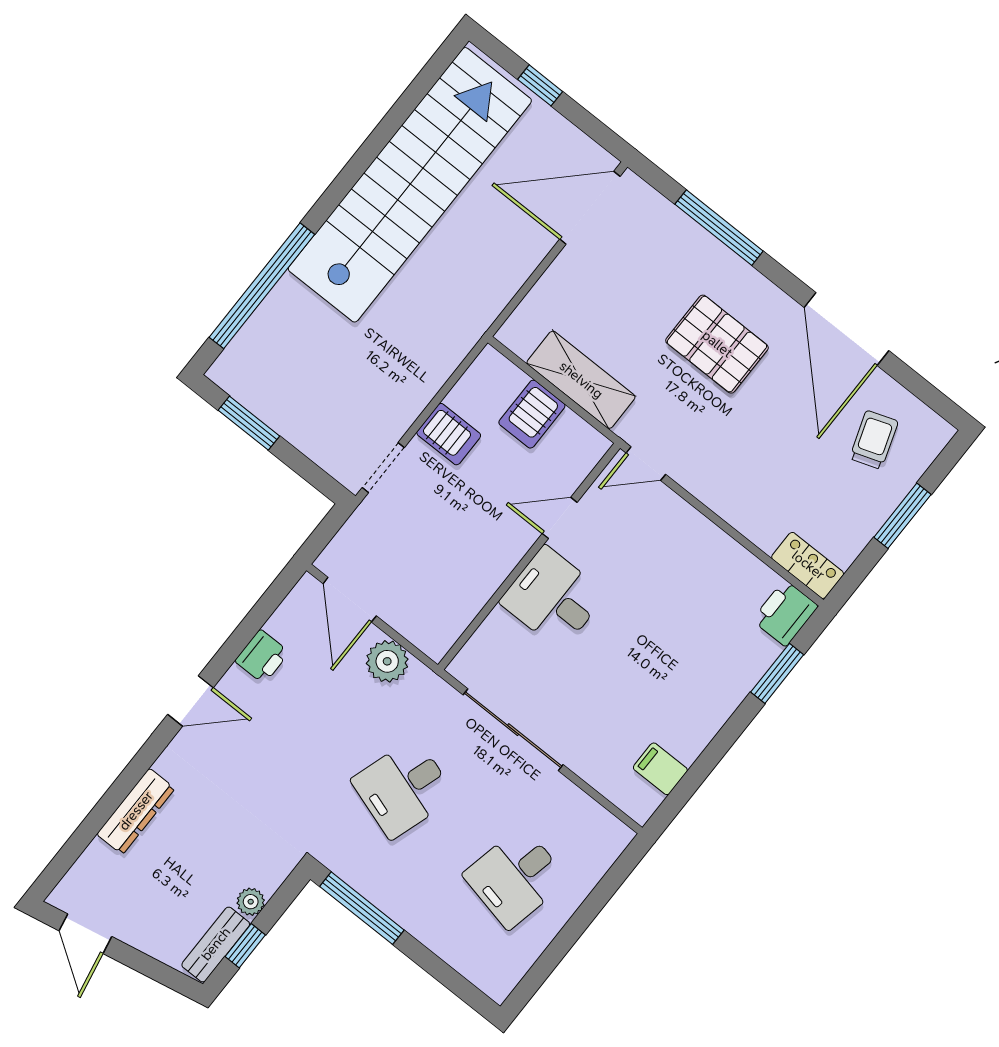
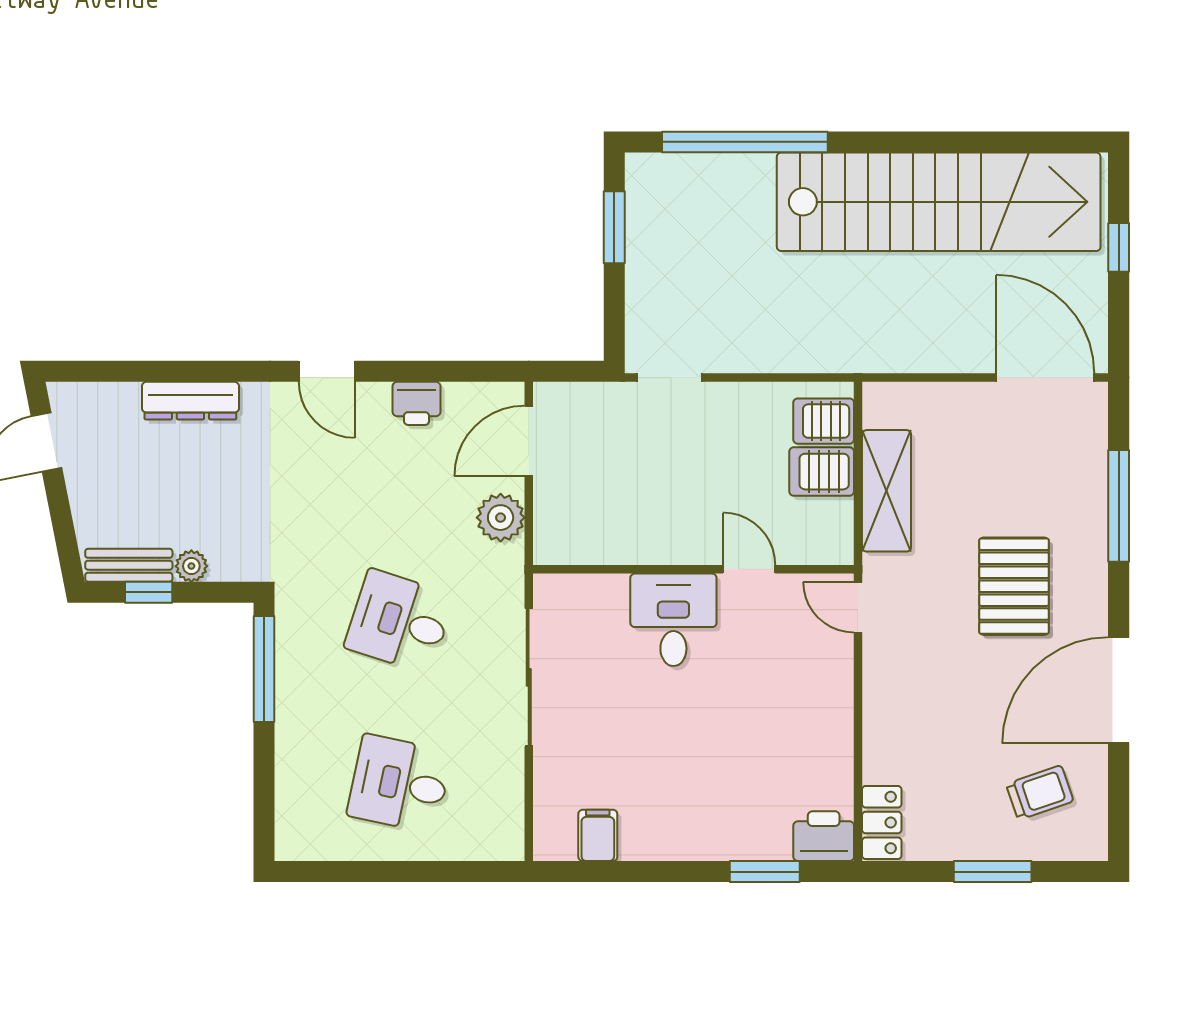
server rack: (449, 434) -> (824, 421), moved, turned 90

